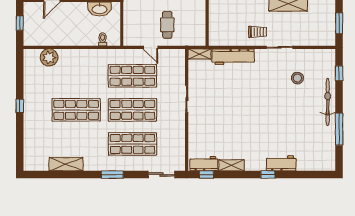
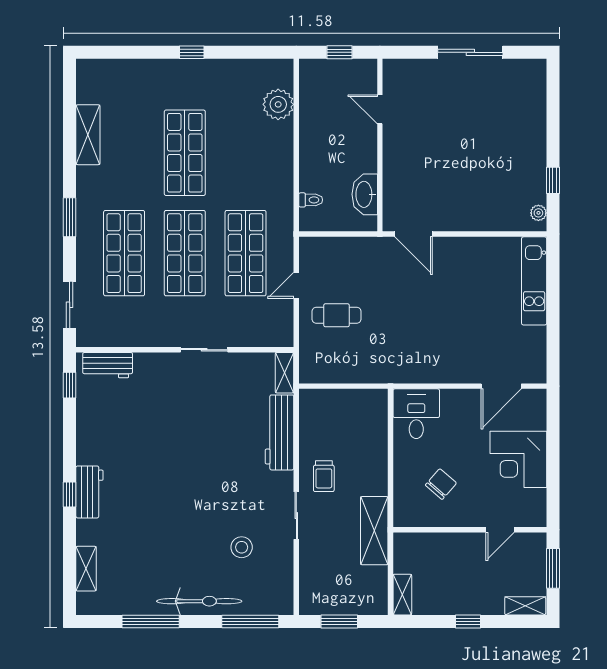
window: (339, 73) -> (250, 621), width x2.17
workbench: (281, 163) -> (89, 492), moved
workbench: (204, 164) -> (108, 365), moved, turned 90
shelving: (231, 165) -> (86, 569), moved

